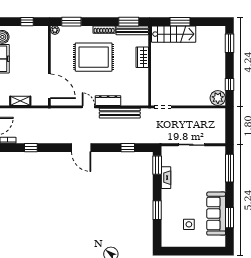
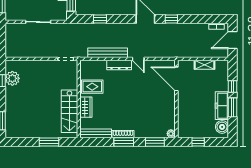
window: (129, 22) -> (124, 142), moved
stairs: (174, 34) -> (69, 111), moved, turned -90
rug: (94, 57) -> (92, 87), moved, width x0.54, depth x0.49
plant: (218, 98) -> (12, 78), moved
window: (31, 148) -> (171, 19), moved

